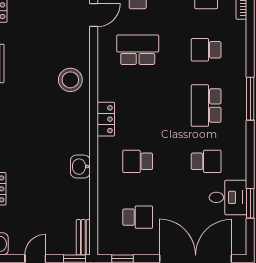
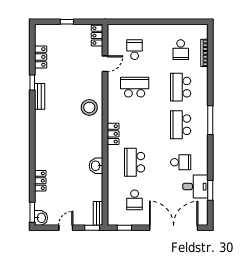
school desk: (206, 50) -> (181, 87), width x1.85
school desk: (138, 161) -> (135, 162), width x1.85
school desk: (138, 217) -> (135, 200), turned 90

